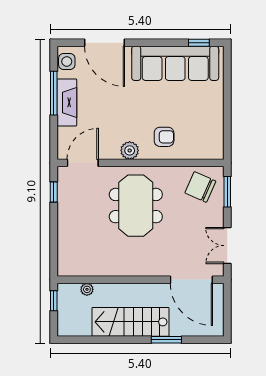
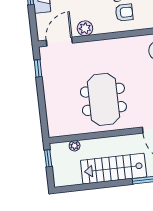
plant: (130, 150) -> (85, 28), moved
meeting table: (136, 206) -> (103, 99), moved

